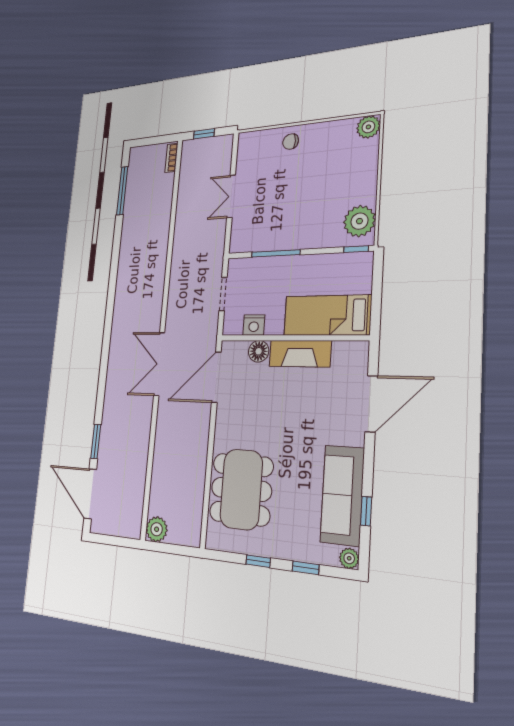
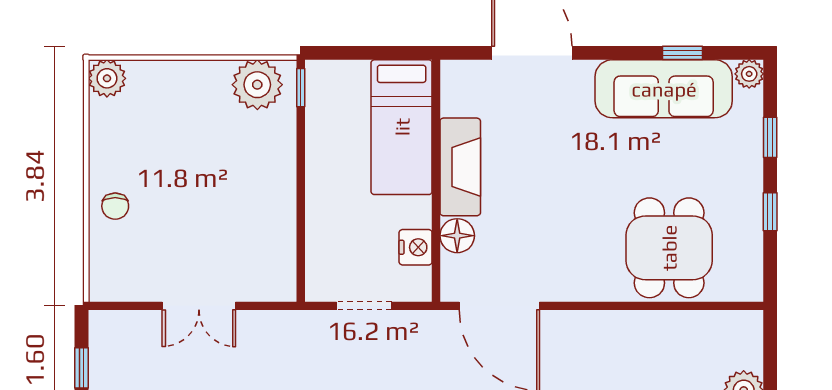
window: (276, 253) -> (301, 218), removed
dining table: (241, 489) -> (669, 248), width x0.73

